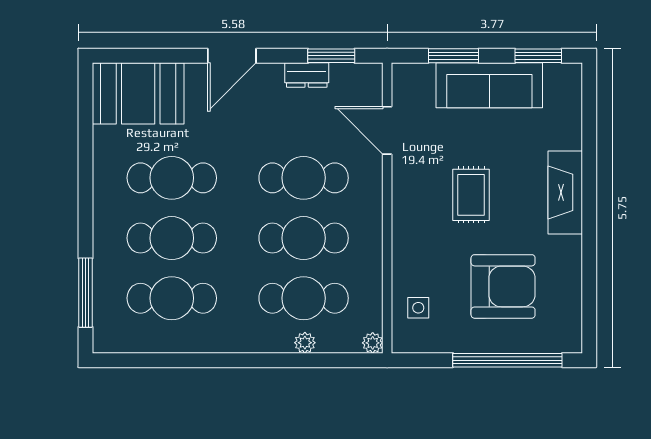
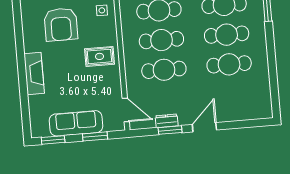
window: (331, 56) -> (170, 130), moved
booth: (138, 93) -> (249, 105), removed
door: (387, 130) -> (126, 110), moved
rug: (471, 195) -> (99, 56), moved, turned 90
armchair: (503, 286) -> (61, 24), turned -90

